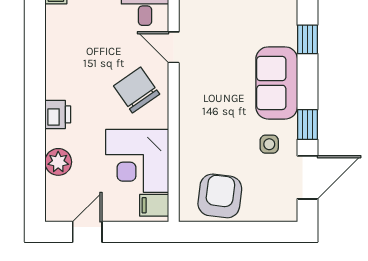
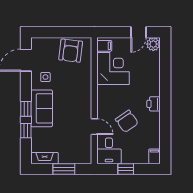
chair: (137, 90) -> (127, 121), moved
printer: (58, 114) -> (154, 104), moved
window: (307, 125) -> (26, 109), moved
plant: (58, 162) -> (153, 44), moved

